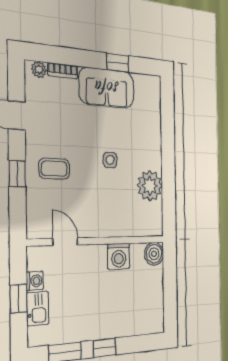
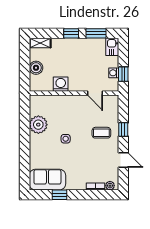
sofa: (107, 88) -> (47, 180), moved
boiler: (154, 254) -> (36, 68), moved
window: (19, 299) -> (123, 74), moved
kitchen sink: (38, 309) -> (112, 47), moved
shelving: (149, 326) -> (40, 43), added

